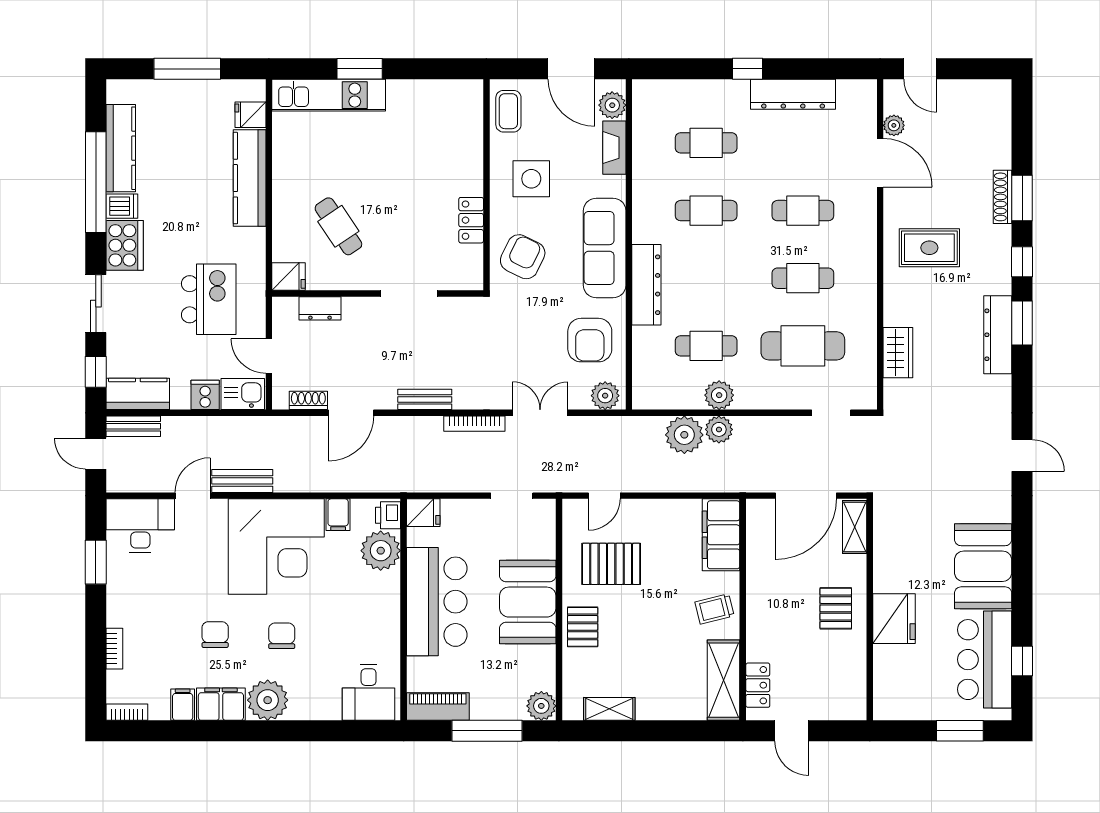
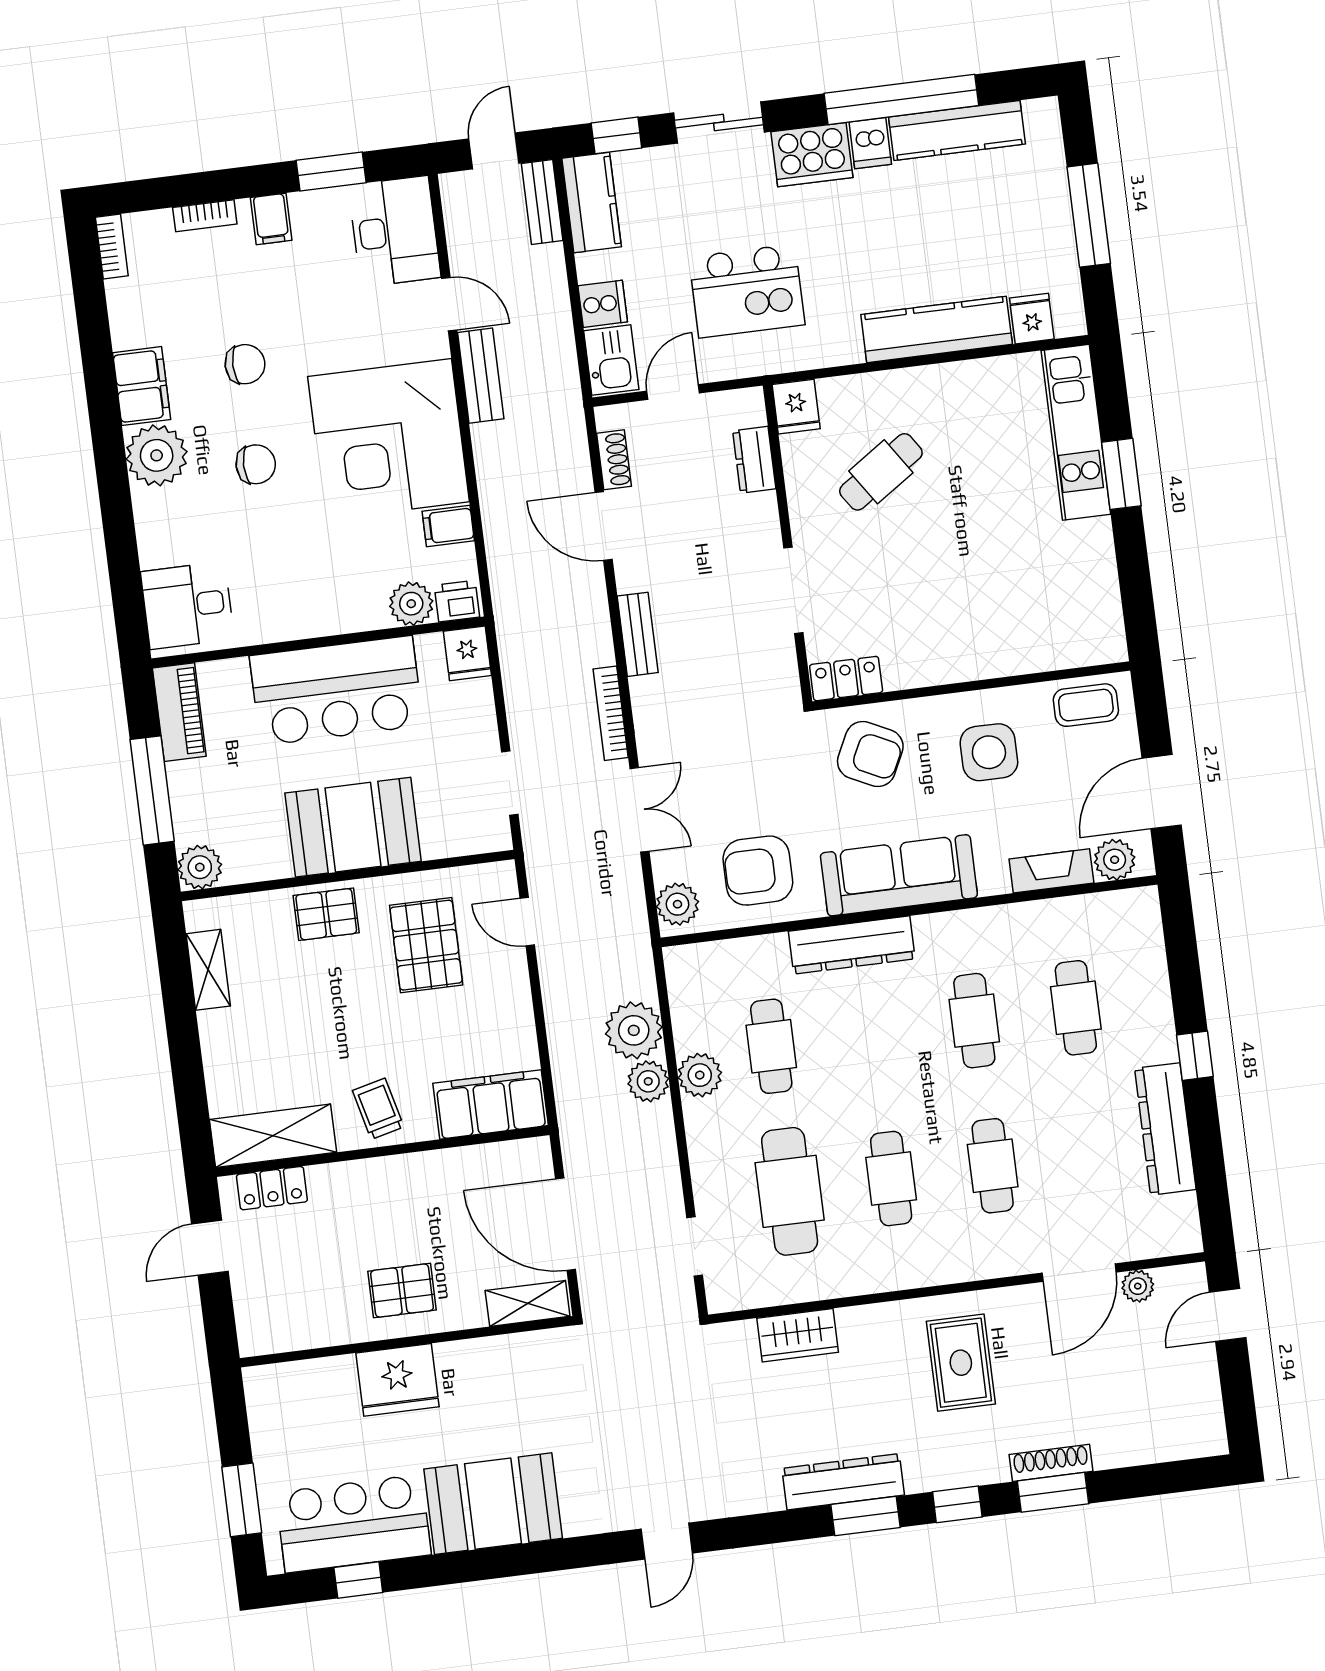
locker: (471, 220) -> (846, 679), moved
plant: (381, 551) -> (411, 604), width x0.73, depth x0.73
filing cabinet: (183, 705) -> (271, 219), moved, turned 90

